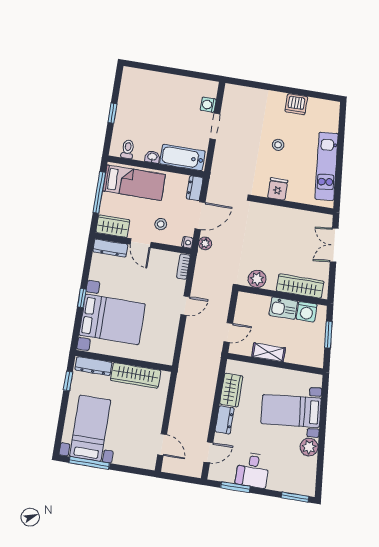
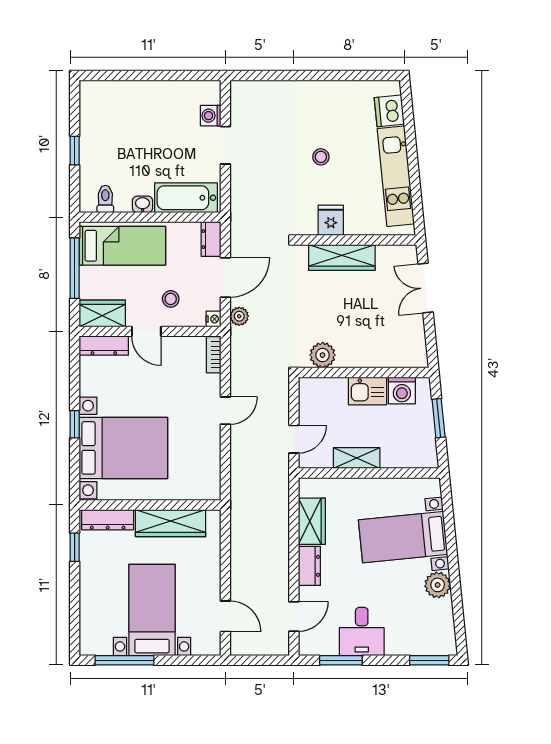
dishwasher: (296, 104) -> (389, 111), moved, turned 84
wardrobe: (300, 286) -> (342, 257), moved, turned 180
bed with nightstands: (90, 428) -> (152, 610), moved

